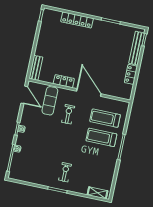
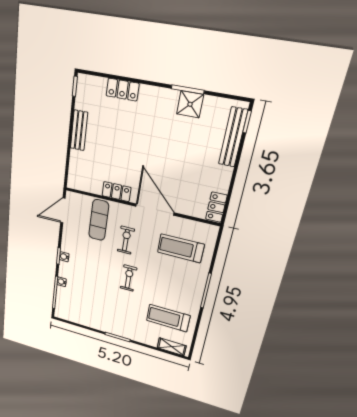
locker: (77, 20) -> (123, 90), width x0.66
shower: (112, 29) -> (190, 104), added
bench: (36, 68) -> (79, 130), moved
locker: (131, 74) -> (216, 207), moved
door: (24, 95) -> (63, 210), swing flipped
treadmill: (101, 137) -> (168, 318), moved
exercise bike: (65, 172) -> (129, 278), moved

